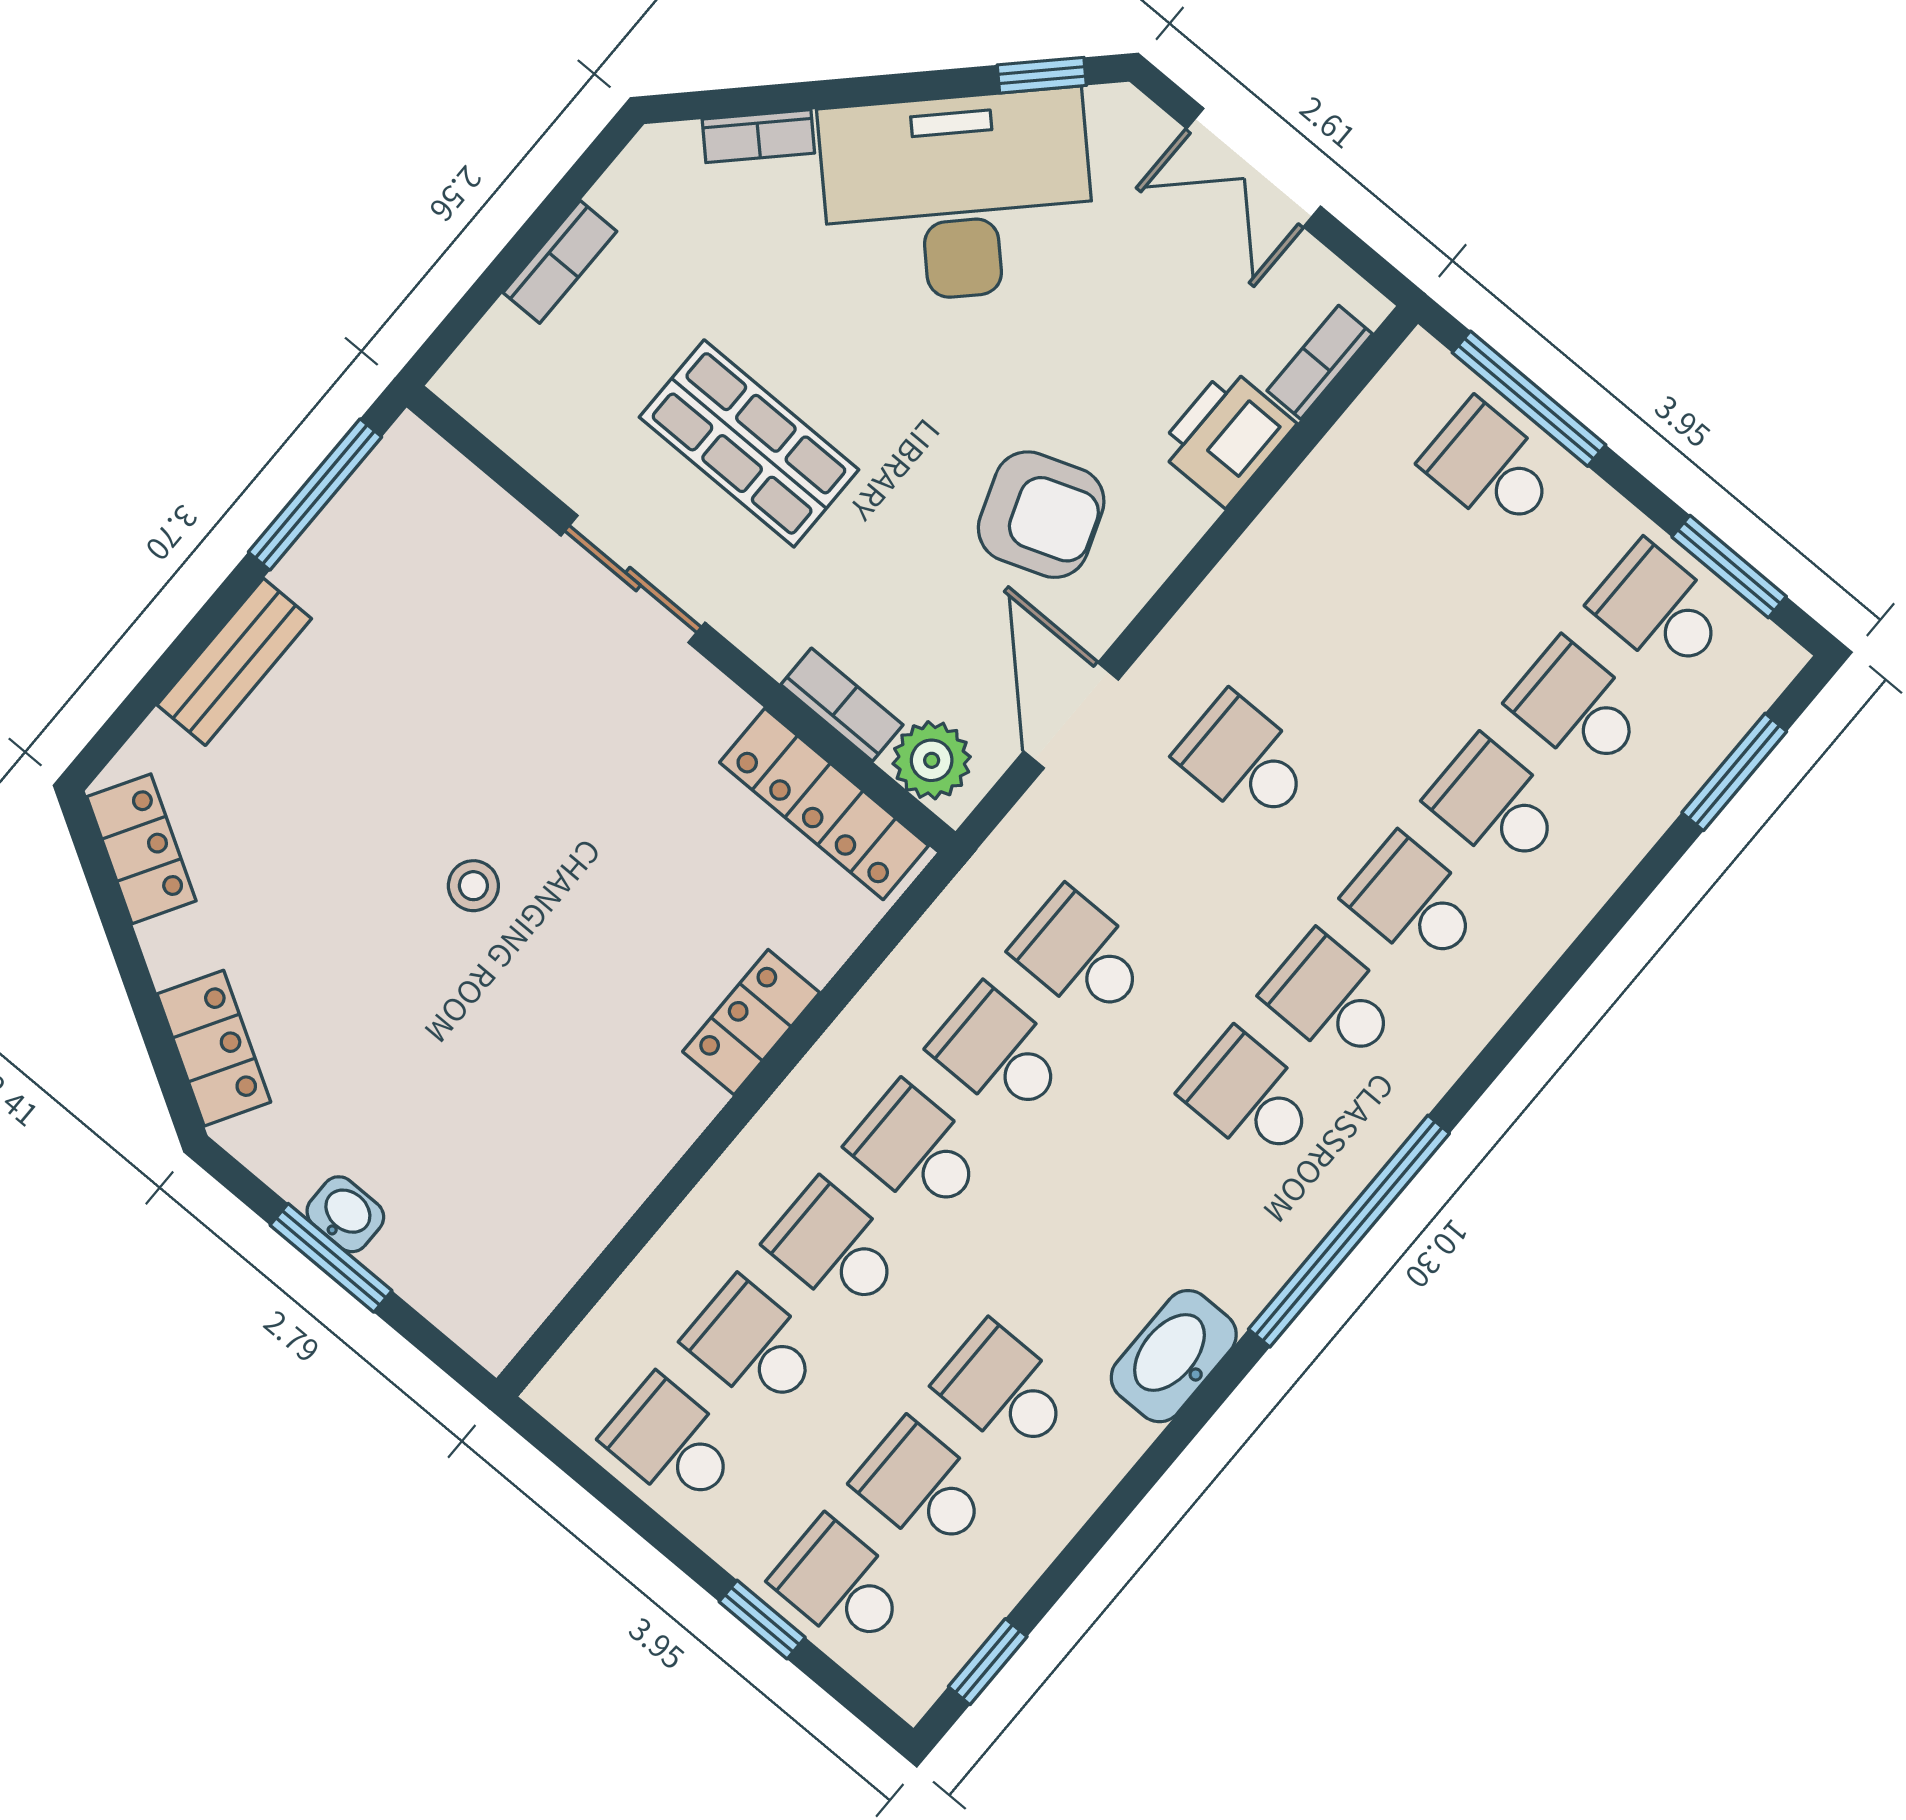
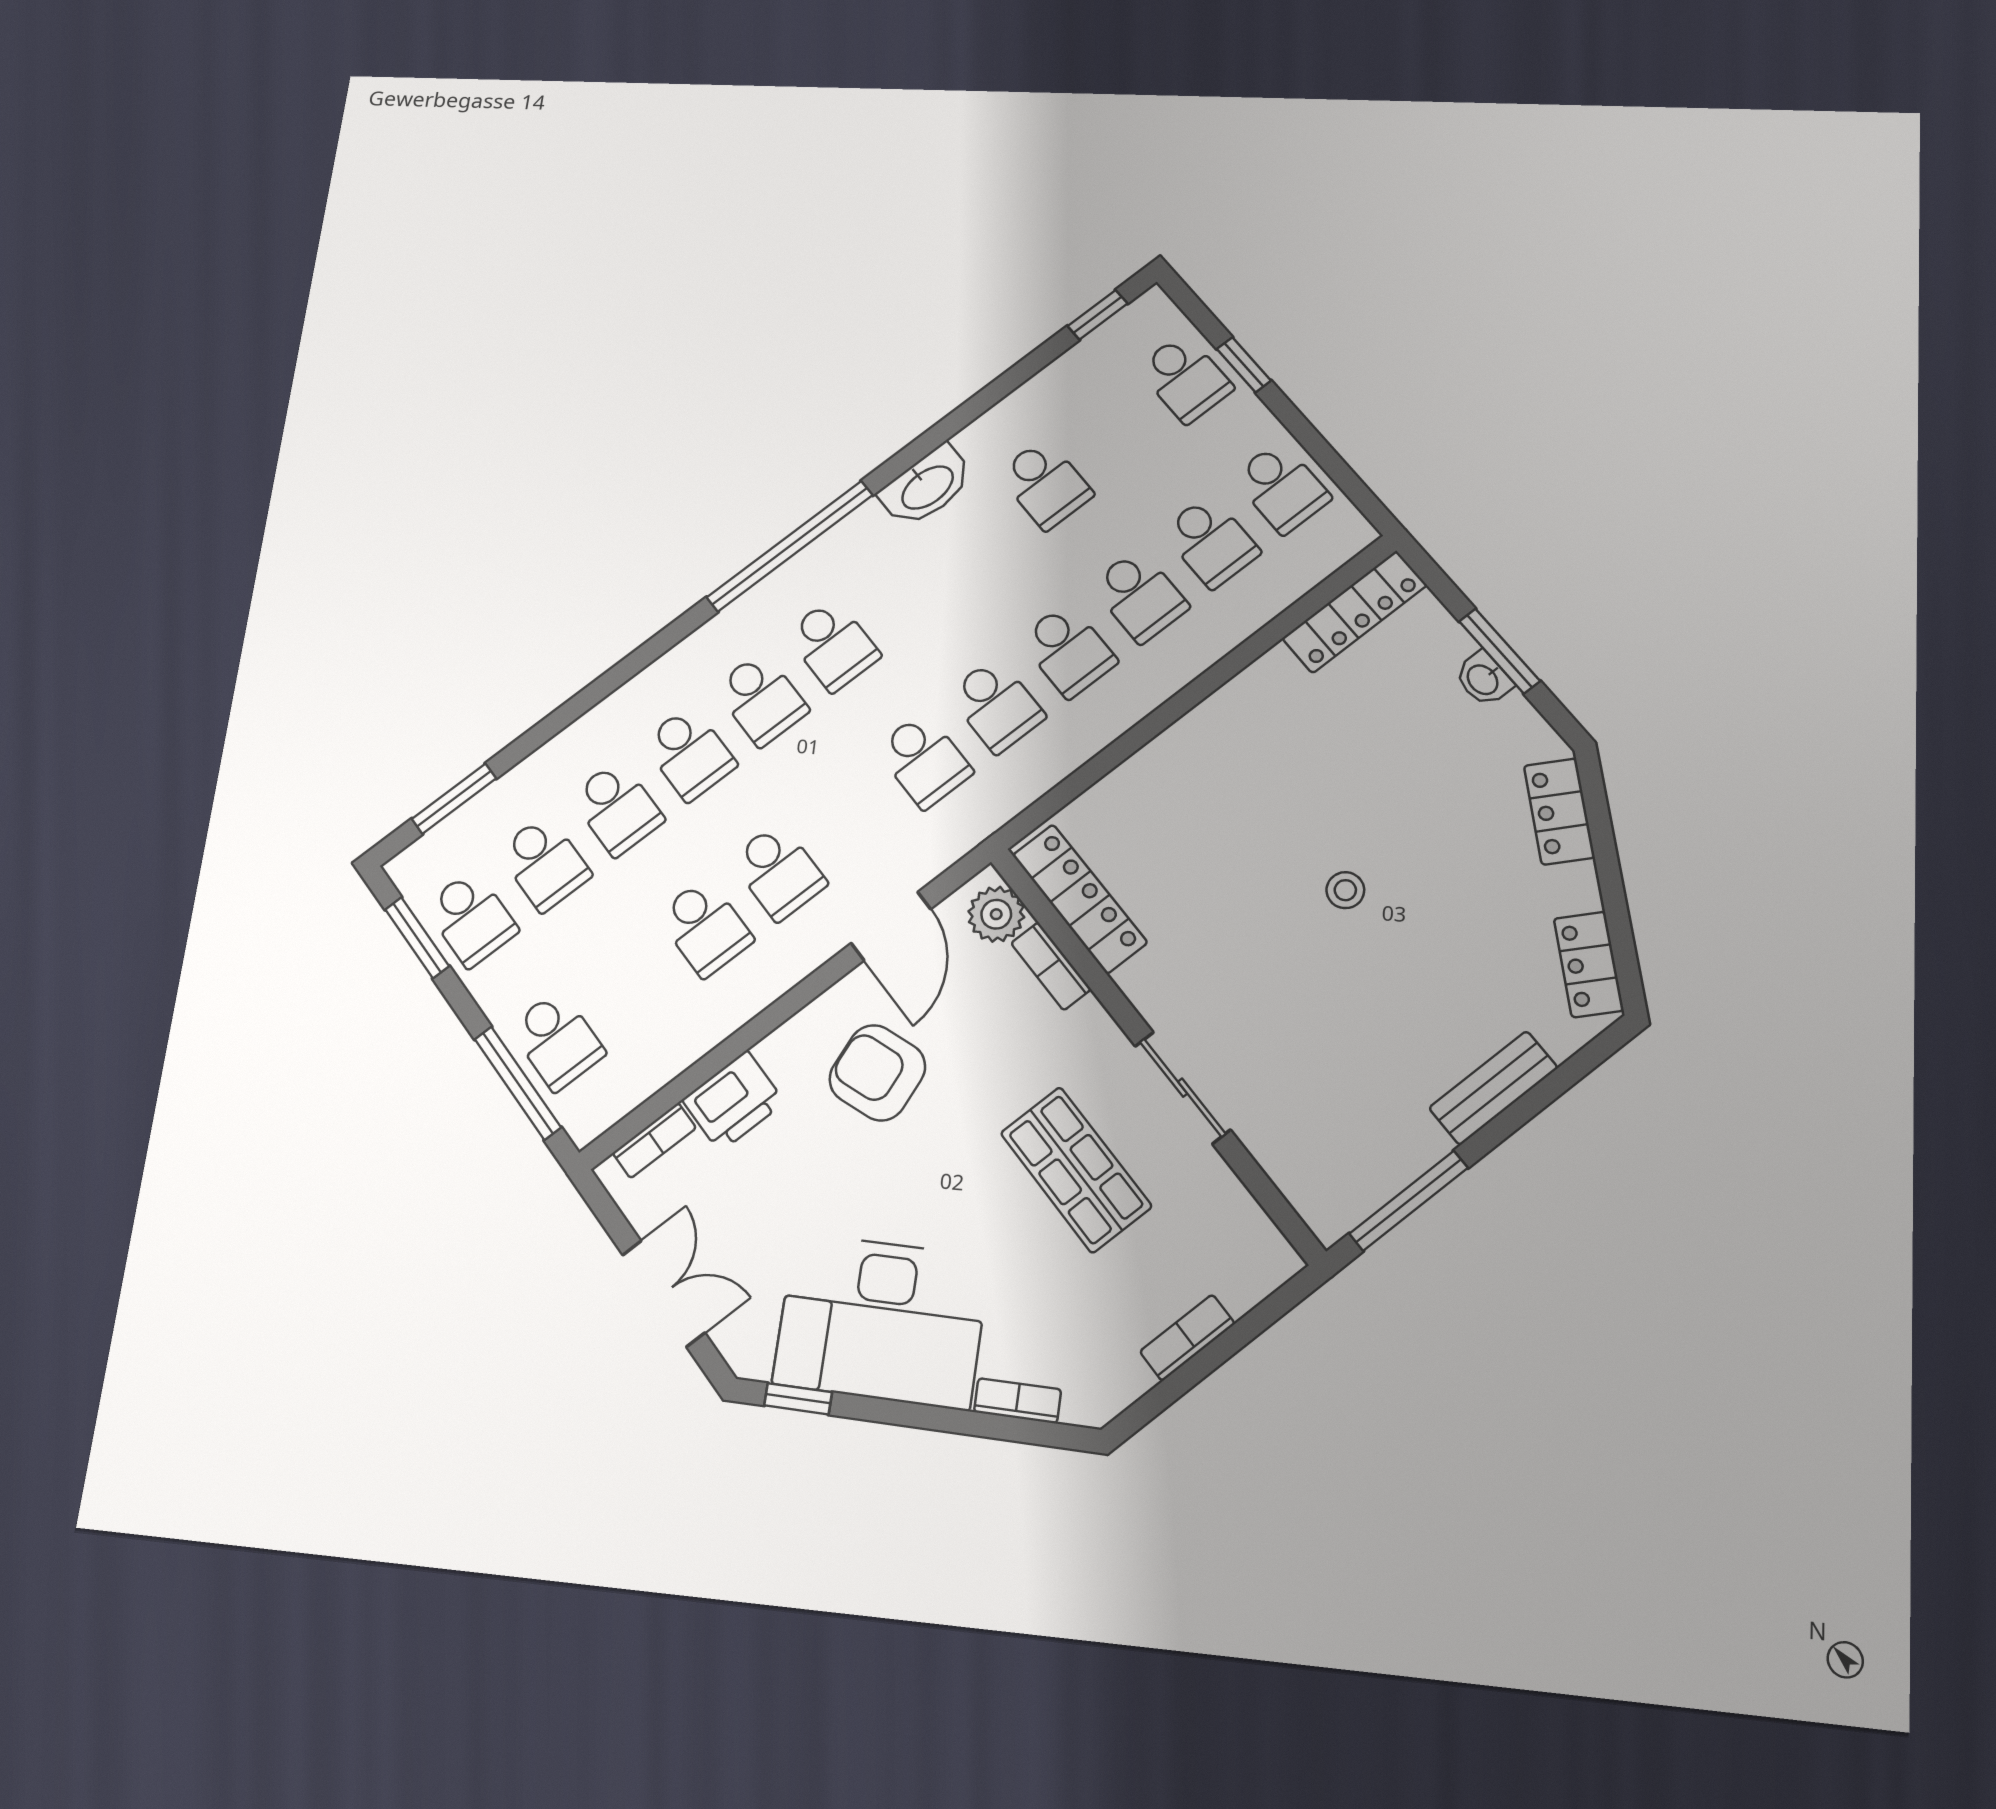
locker: (751, 1022) -> (1355, 612), moved, width x1.53
school desk: (923, 1487) -> (705, 927), moved

